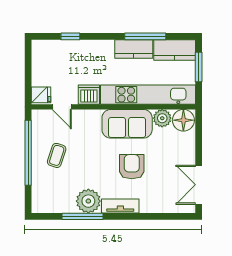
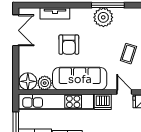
sofa: (127, 124) -> (80, 79), width x1.36
tv unit: (120, 206) -> (55, 13), moved

